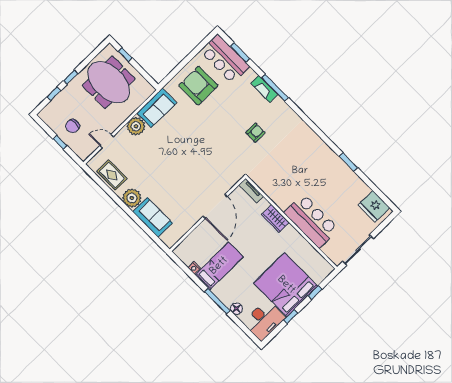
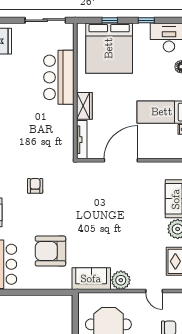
armchair: (198, 86) -> (50, 251), moved, turned 90
armchair: (255, 133) -> (35, 186), turned 90
tv unit: (251, 191) -> (82, 140), width x1.41
bed: (286, 285) -> (109, 48), moved

